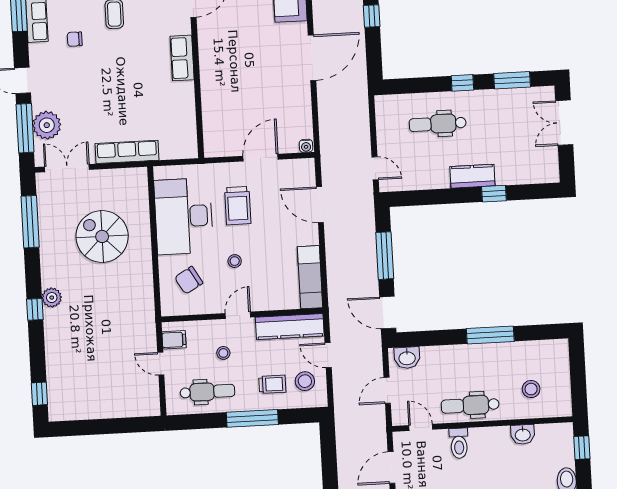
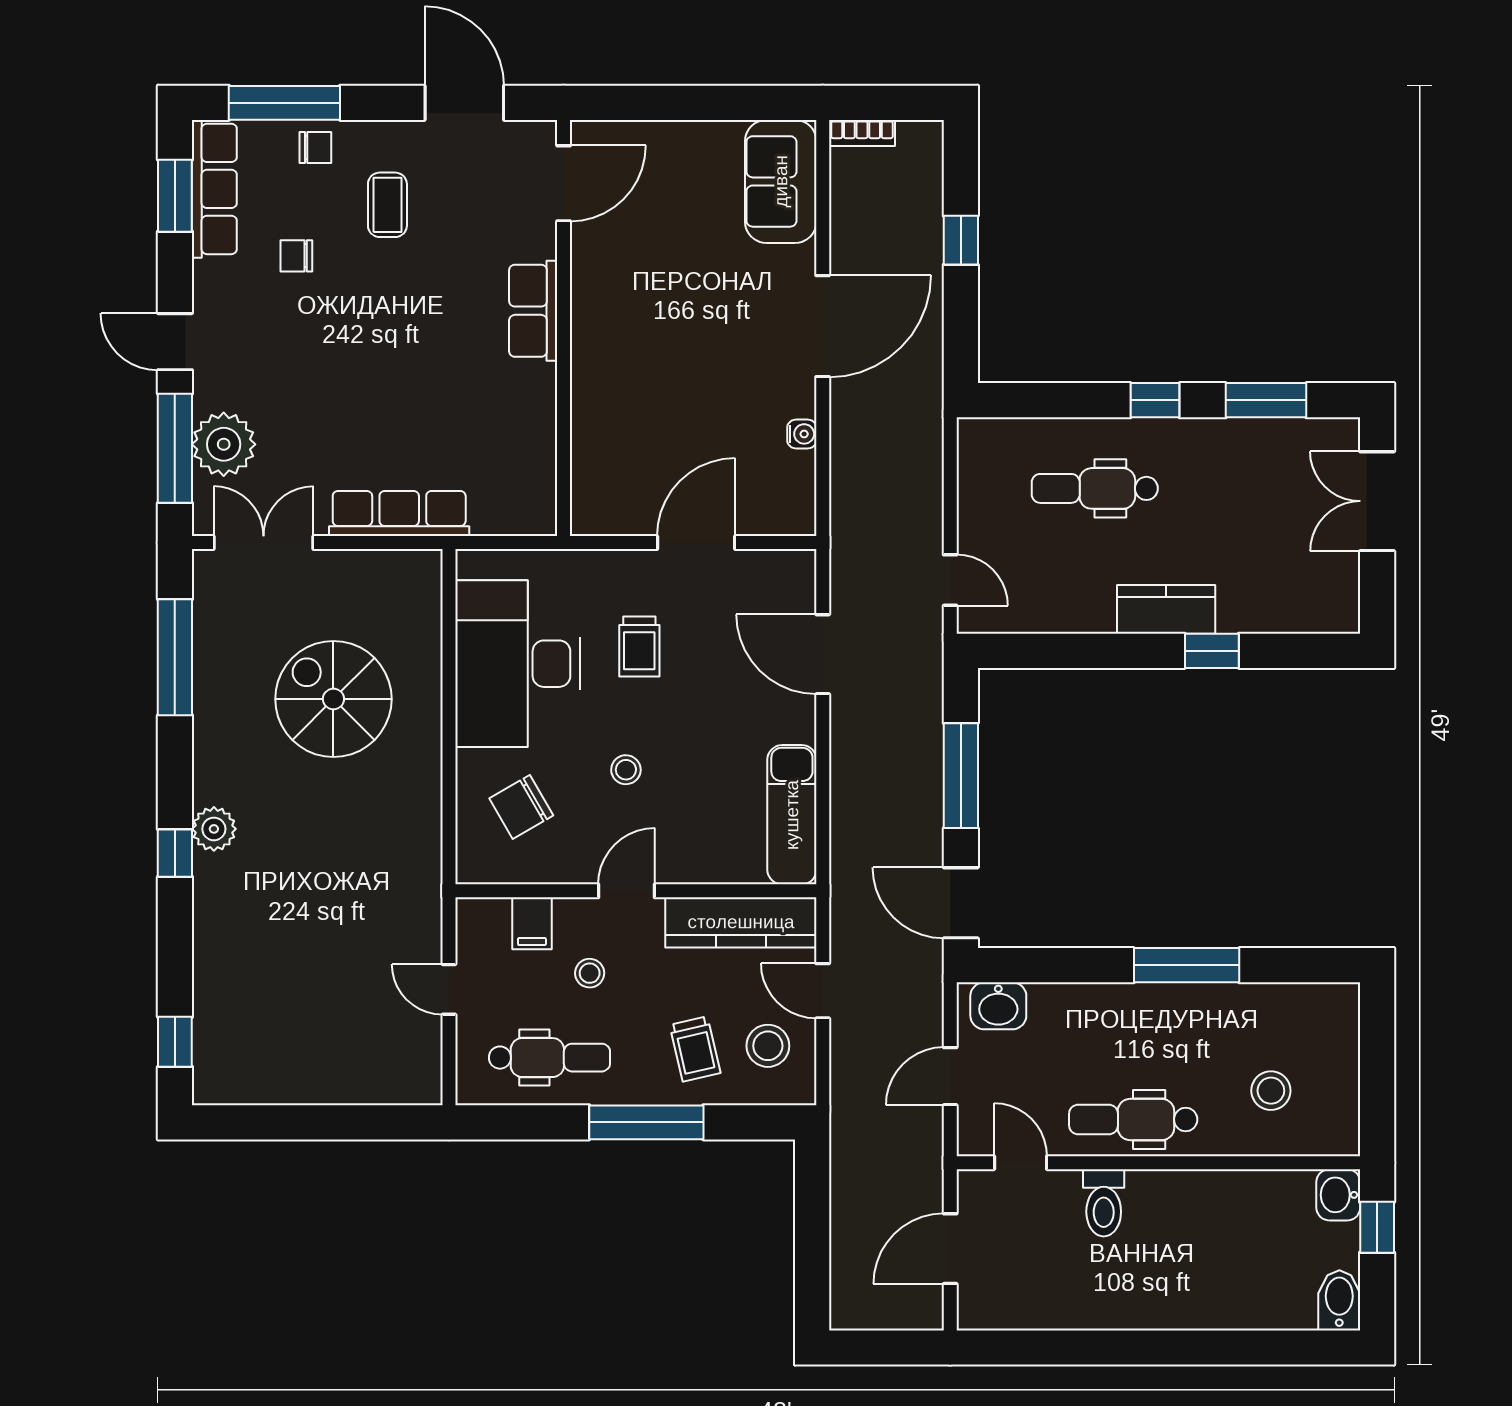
water cooler: (306, 146) -> (802, 434), moved, turned -90
trolley: (238, 206) -> (639, 647), width x0.73, depth x0.72
filing cabinet: (174, 340) -> (532, 923), moved, turned 90
trolley: (272, 384) -> (695, 1049), turned 77
washbasin: (523, 434) -> (1338, 1195), moved, turned 90

